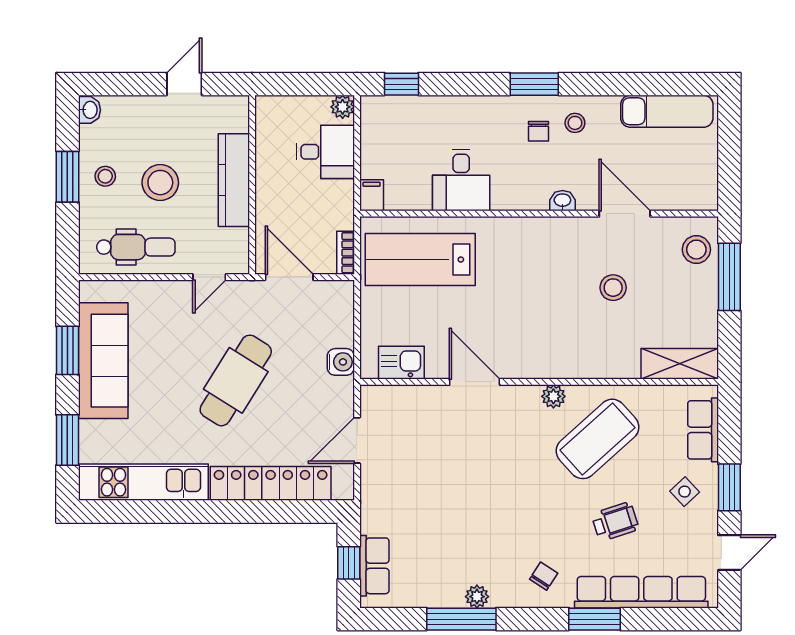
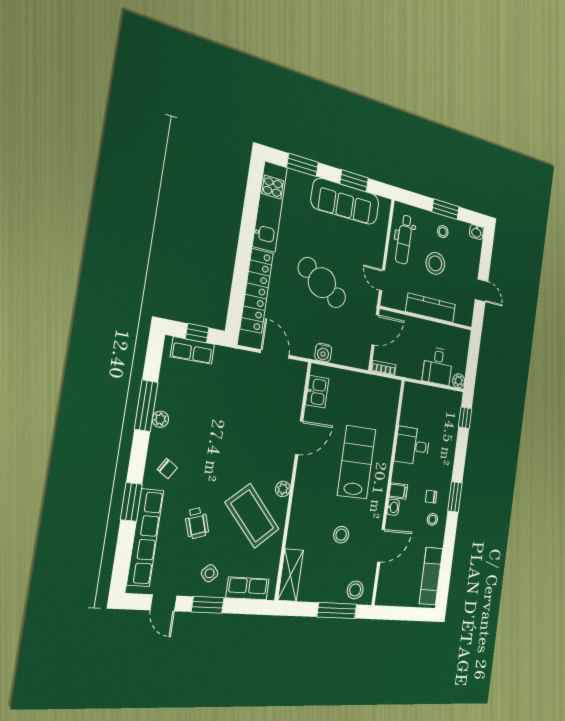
filing cabinet: (372, 195) -> (398, 491), moved
lab bench: (420, 260) -> (357, 462), moved

